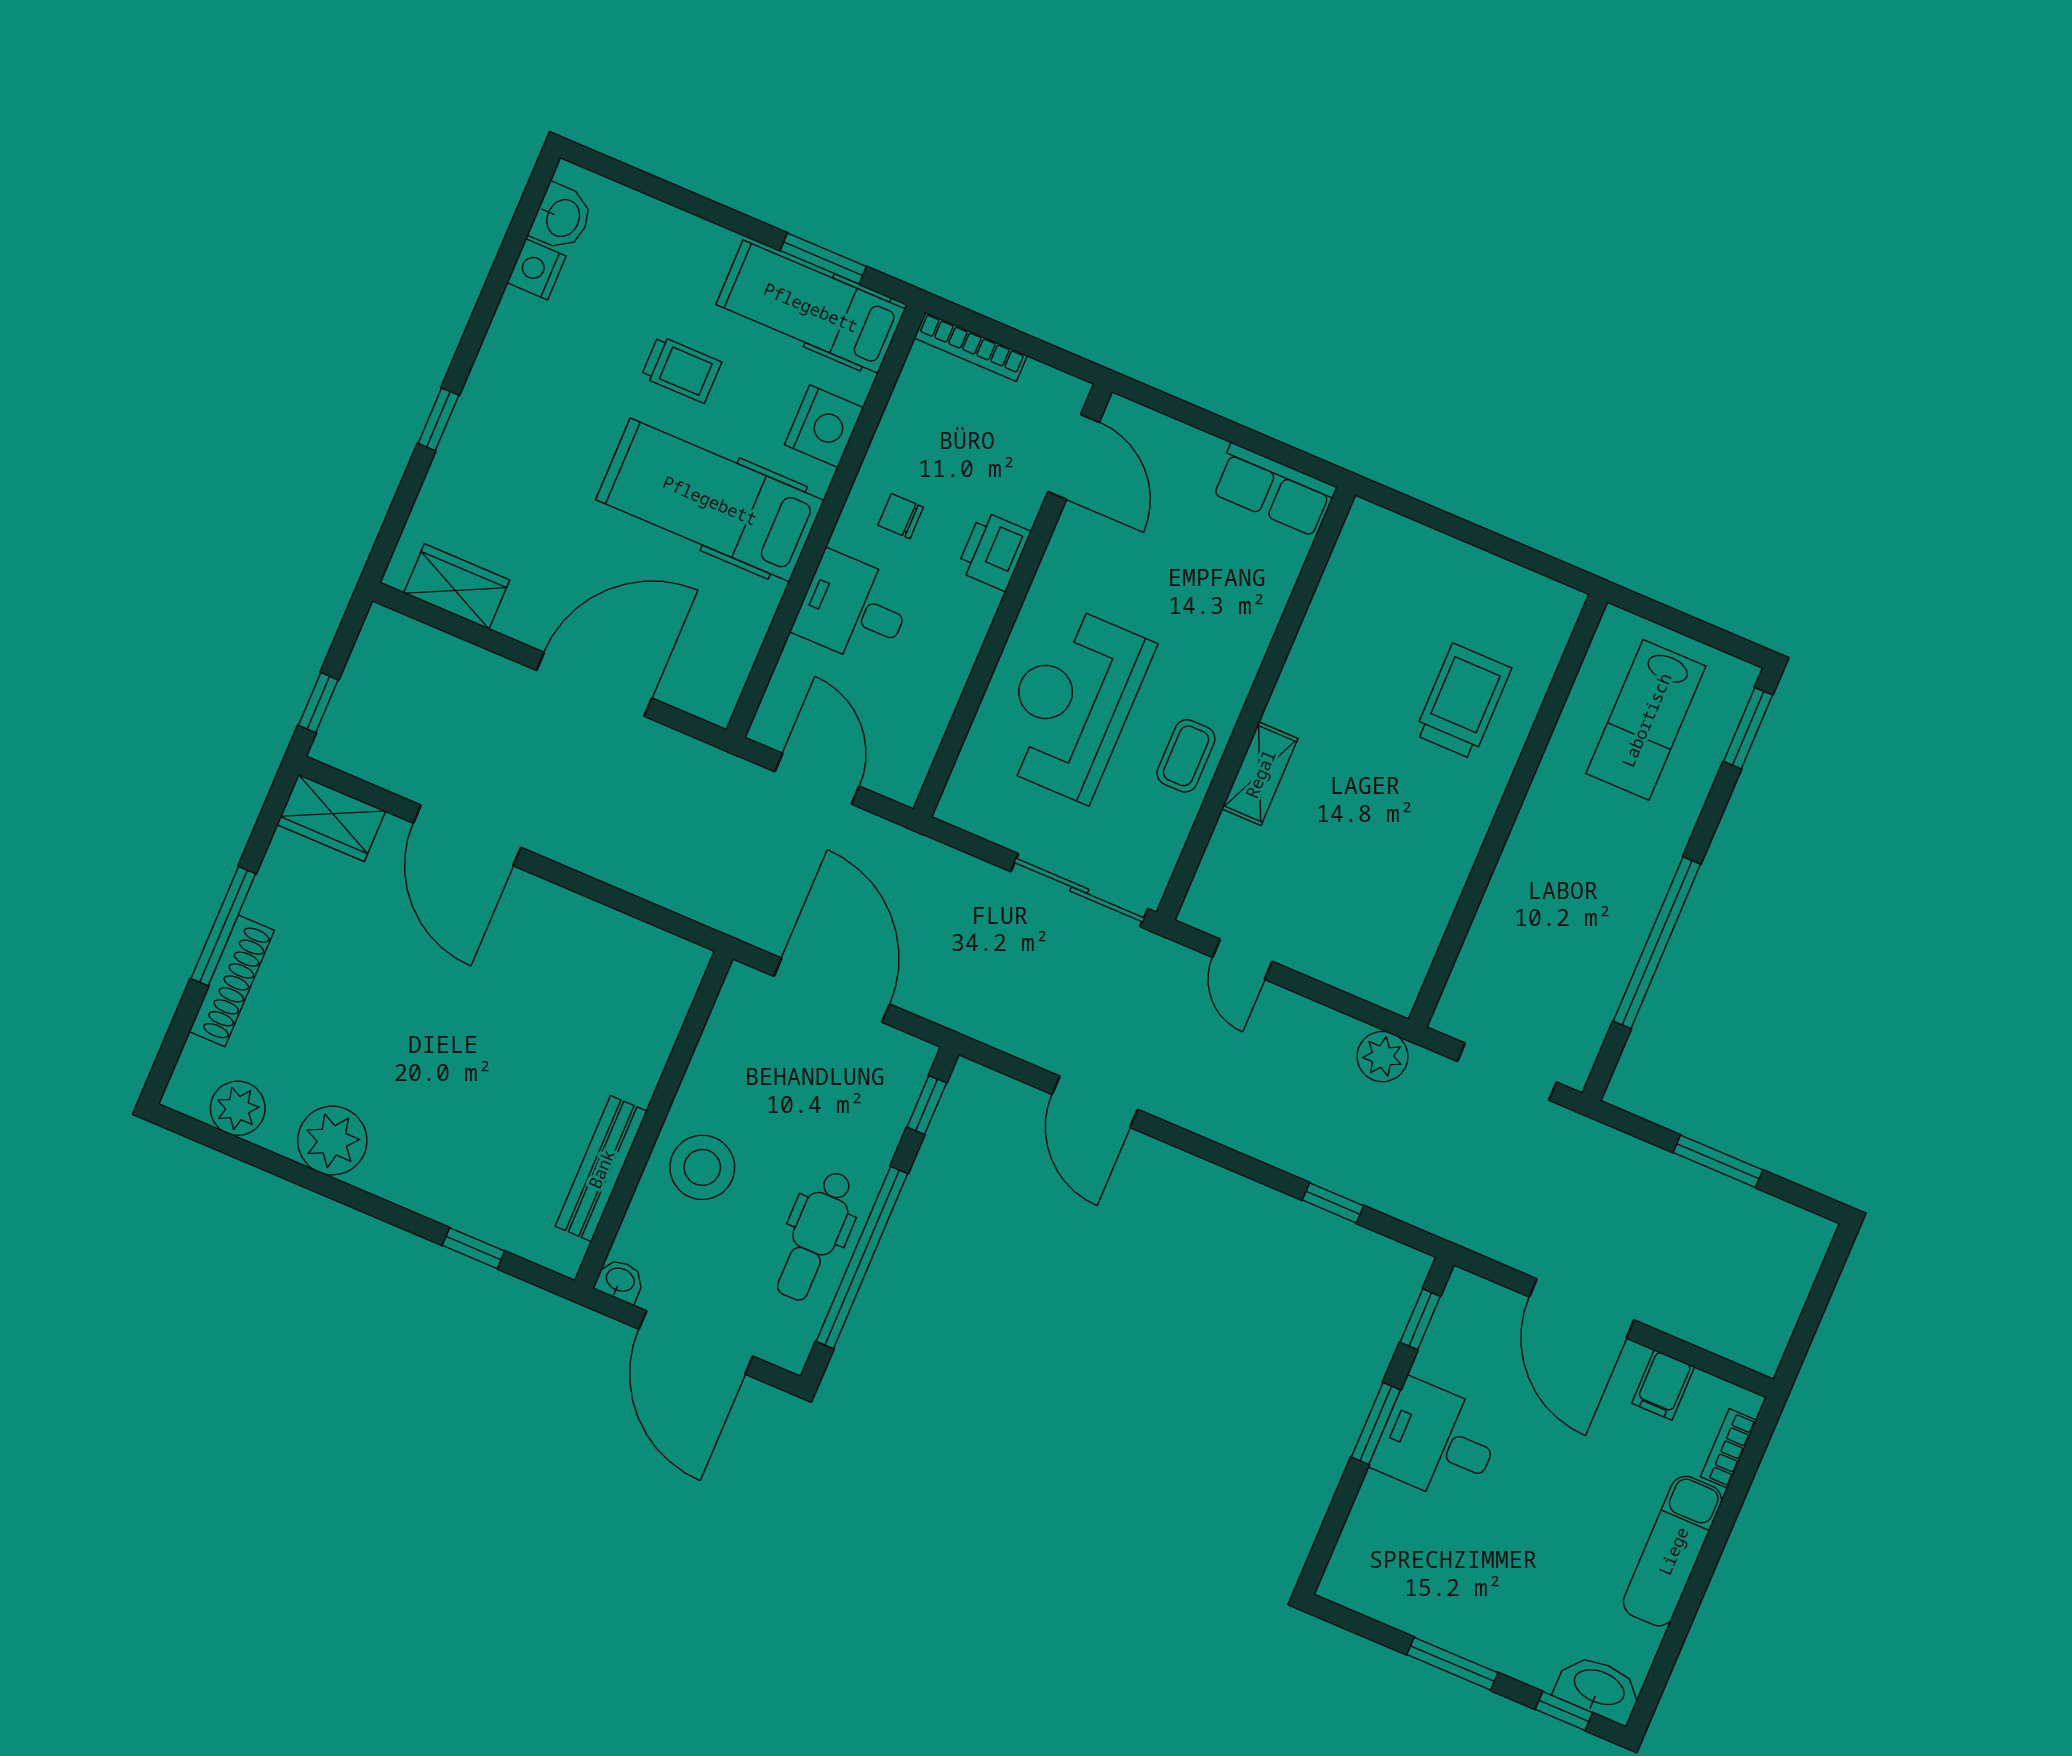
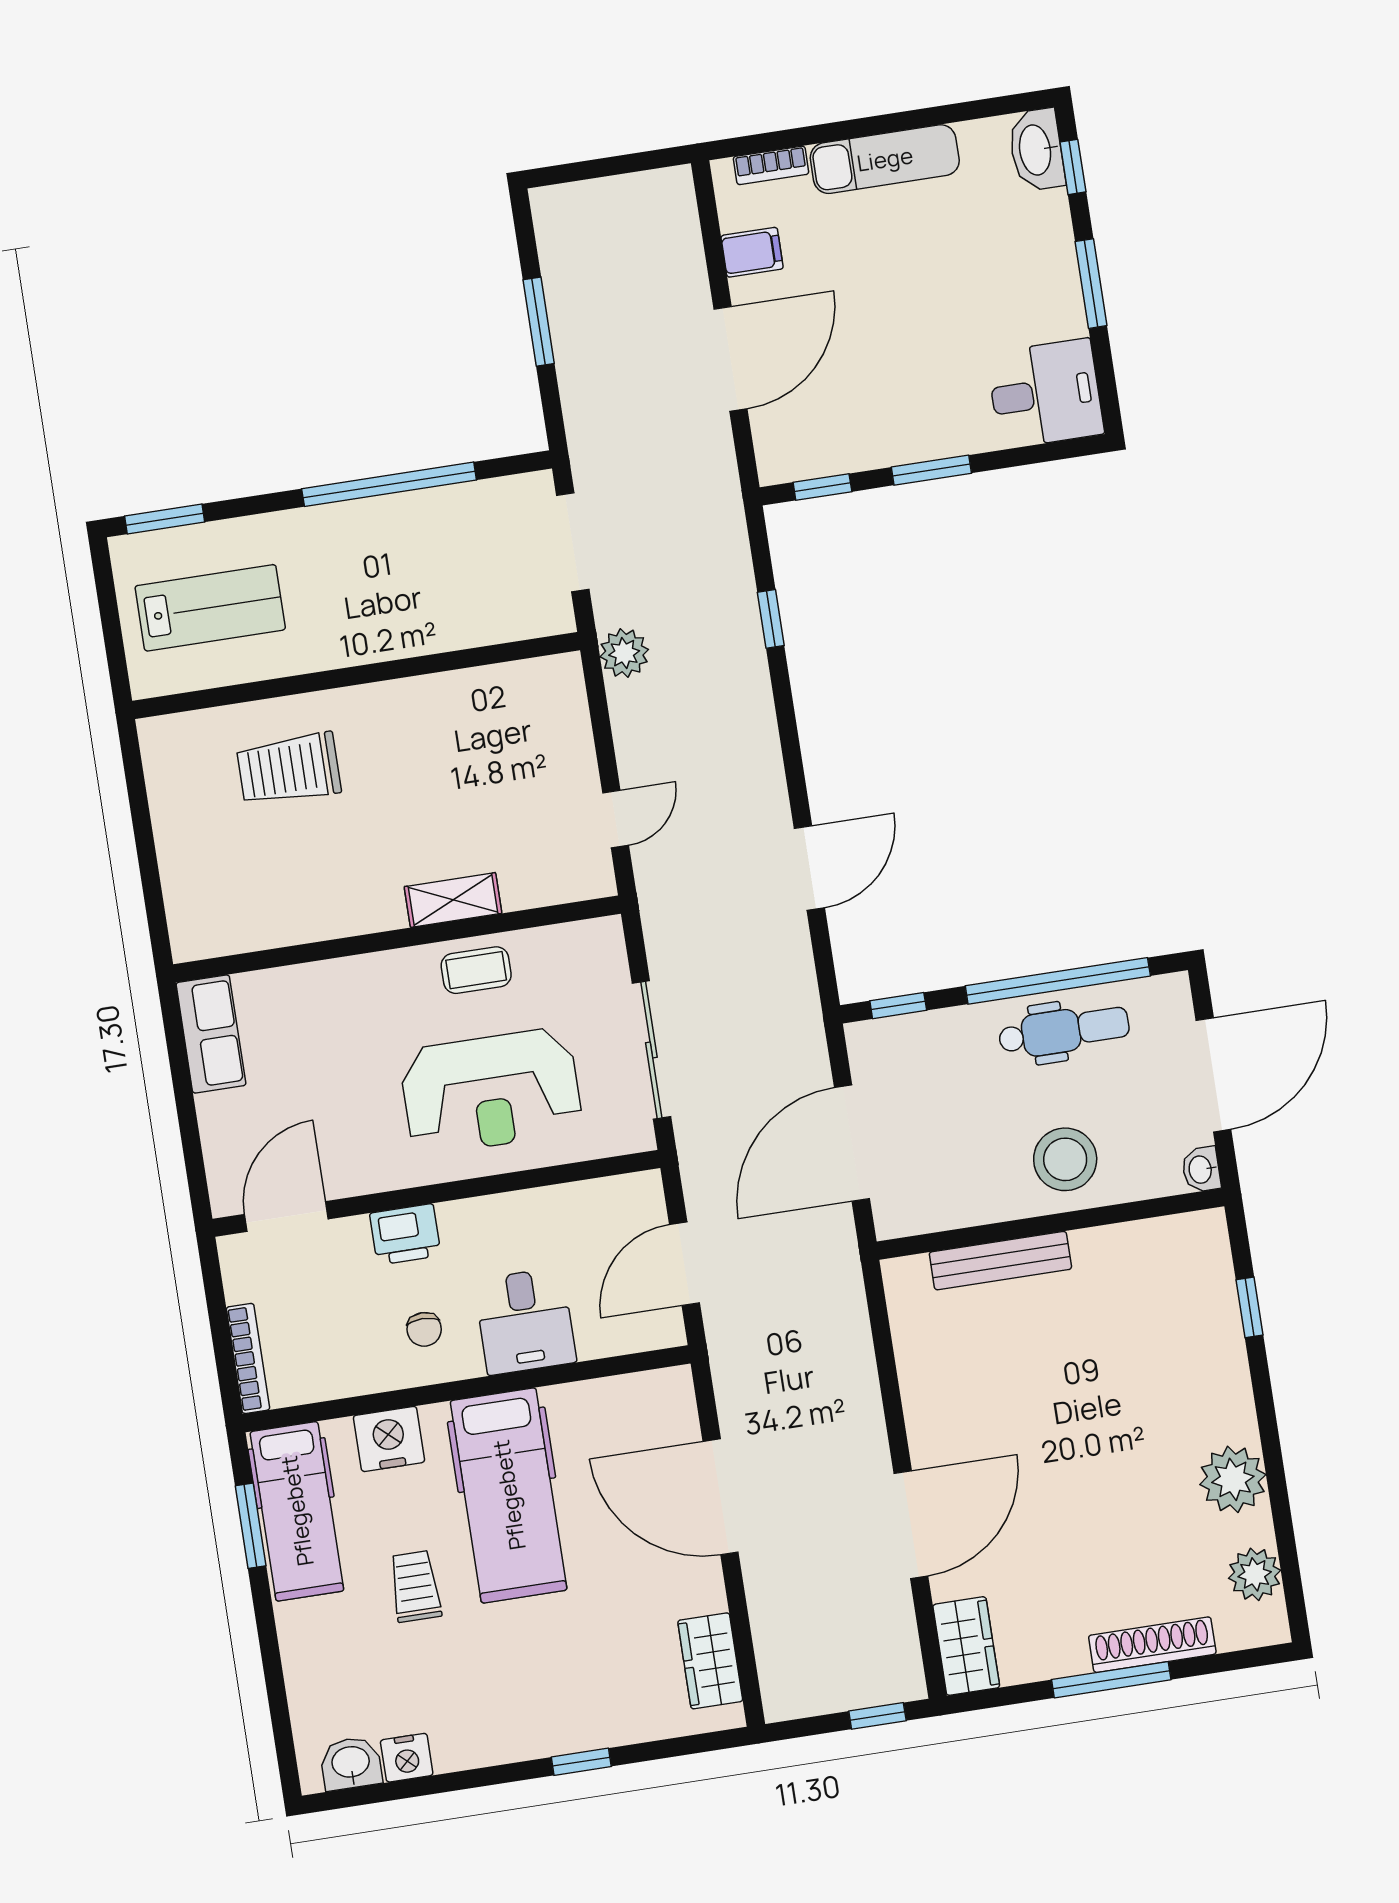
sliding door: (1079, 890) -> (651, 1050), moved
bench: (601, 1169) -> (1000, 1261), moved
desk: (1437, 1442) -> (1045, 394), moved, turned -90

